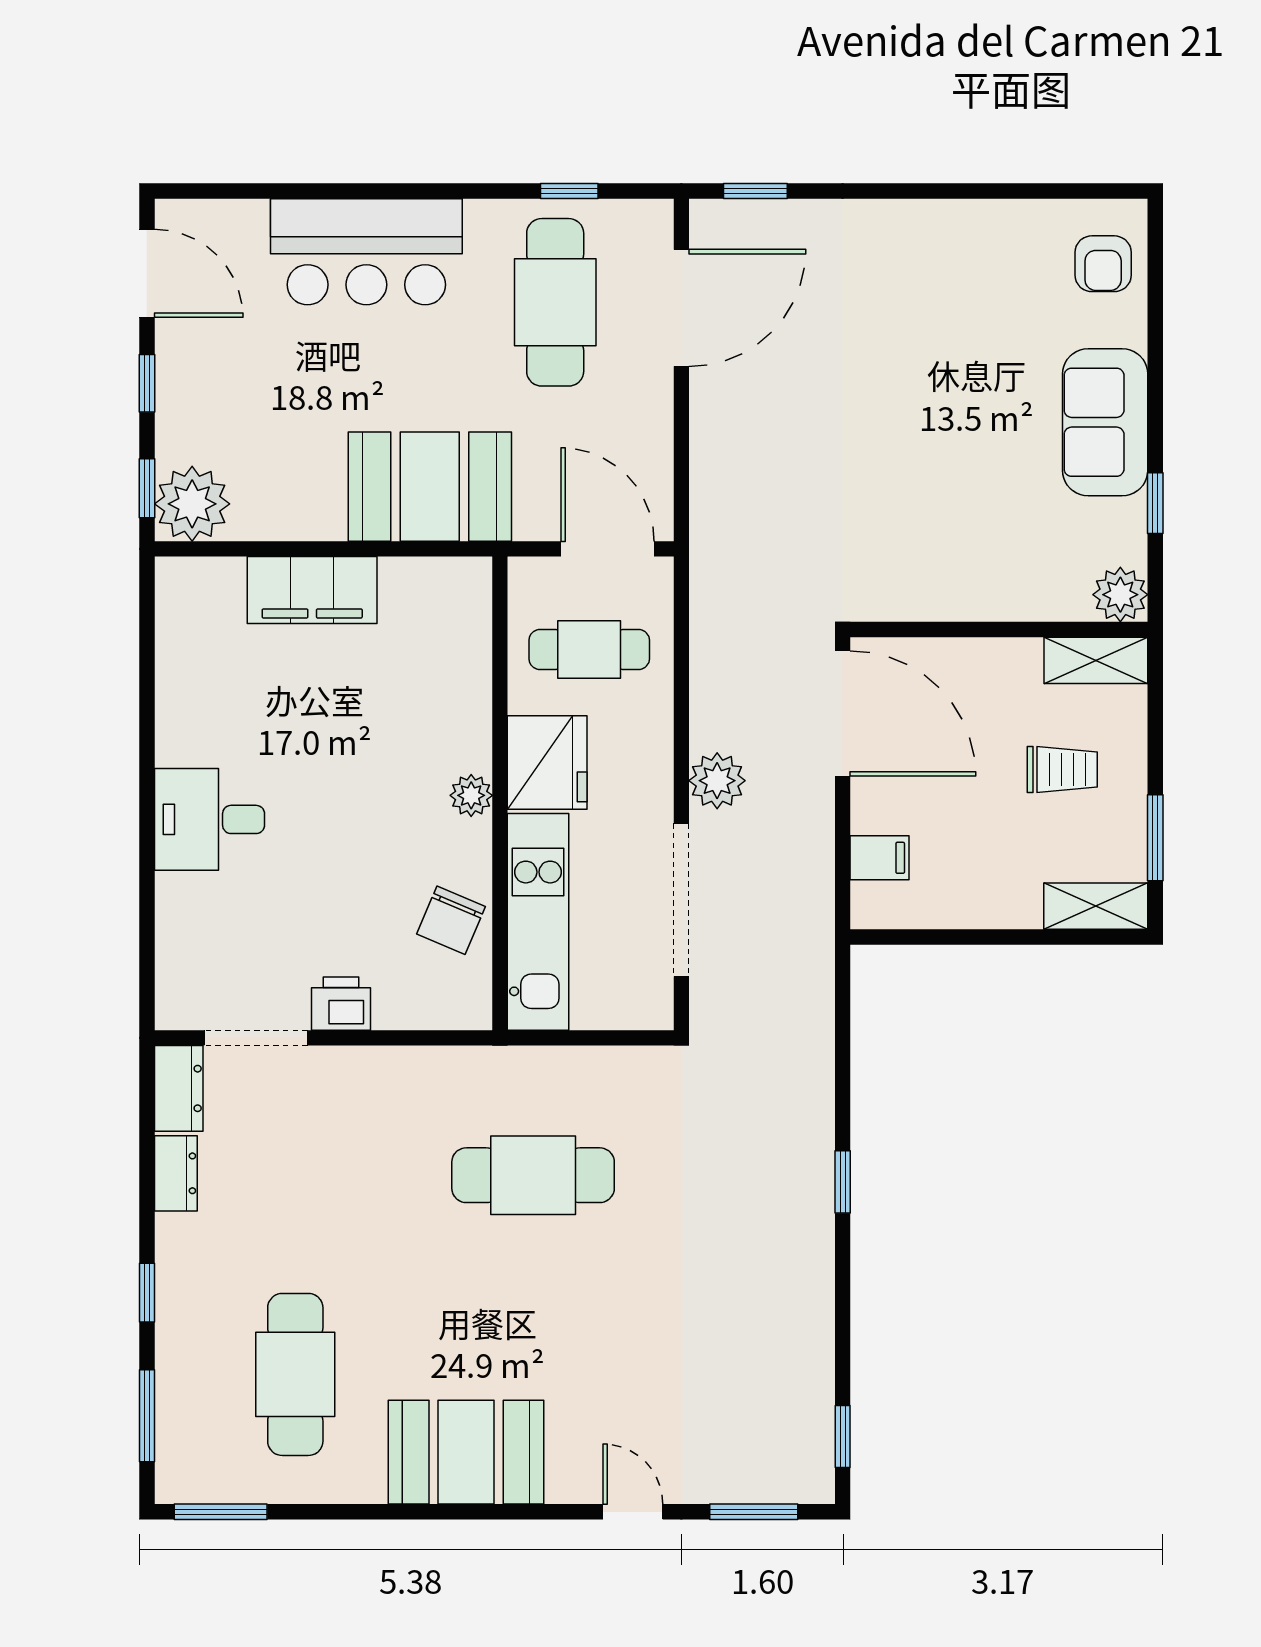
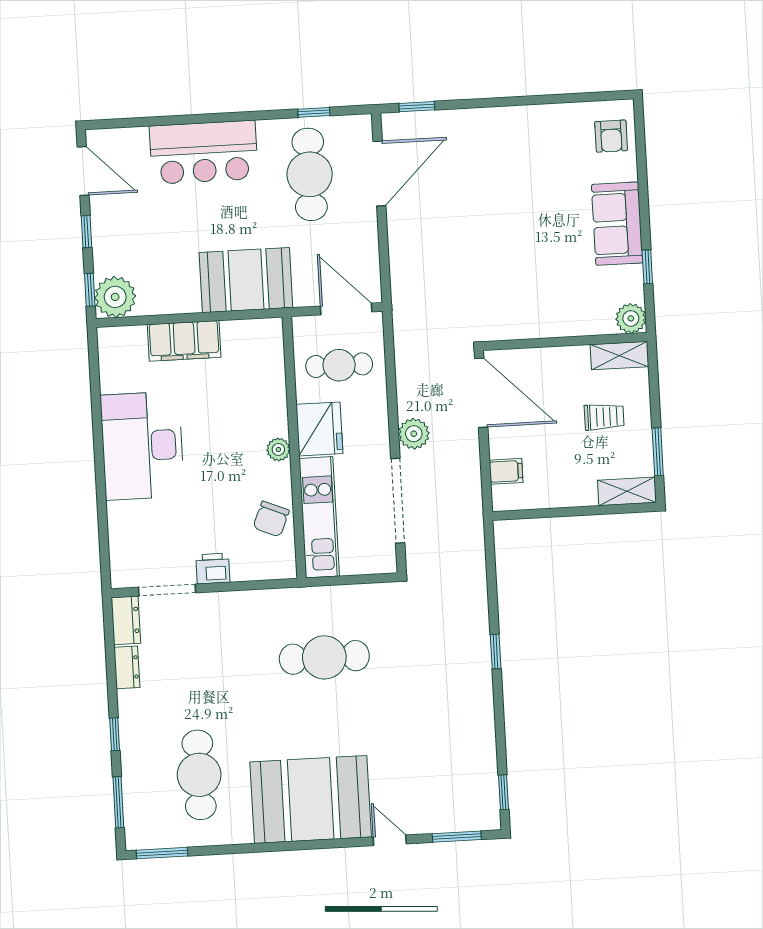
desk: (209, 819) -> (142, 446), width x1.87, depth x1.30
booth: (466, 1452) -> (311, 799), width x1.36, depth x1.42

